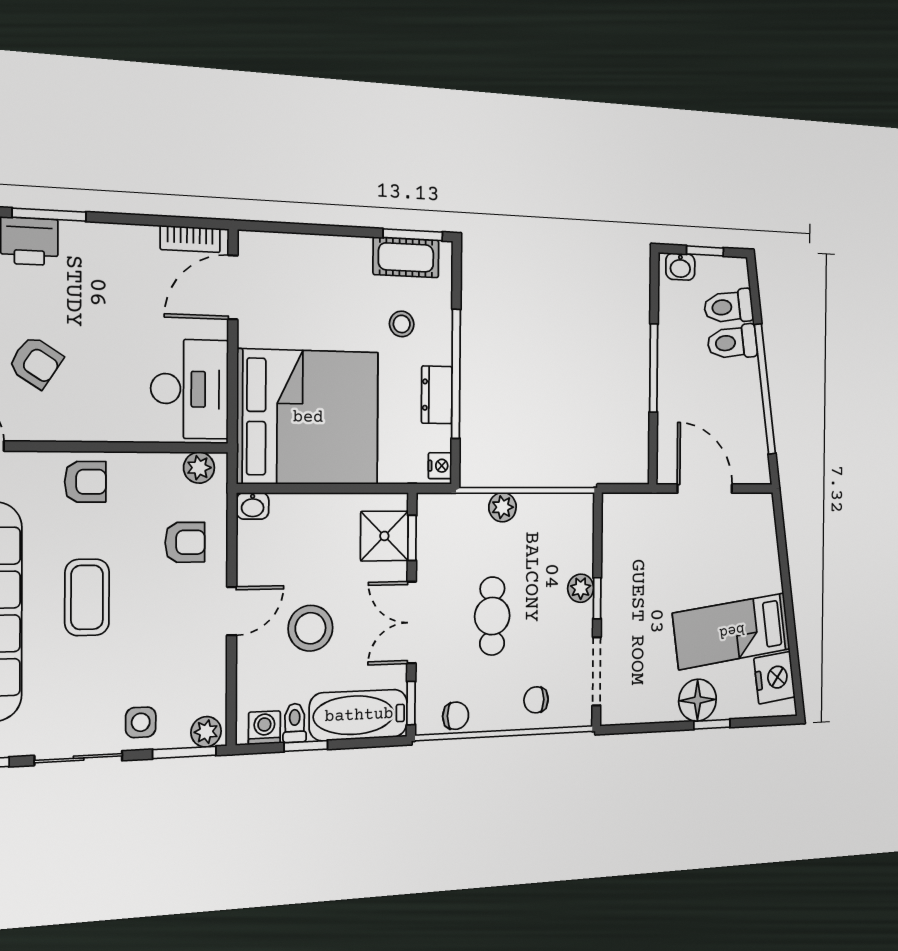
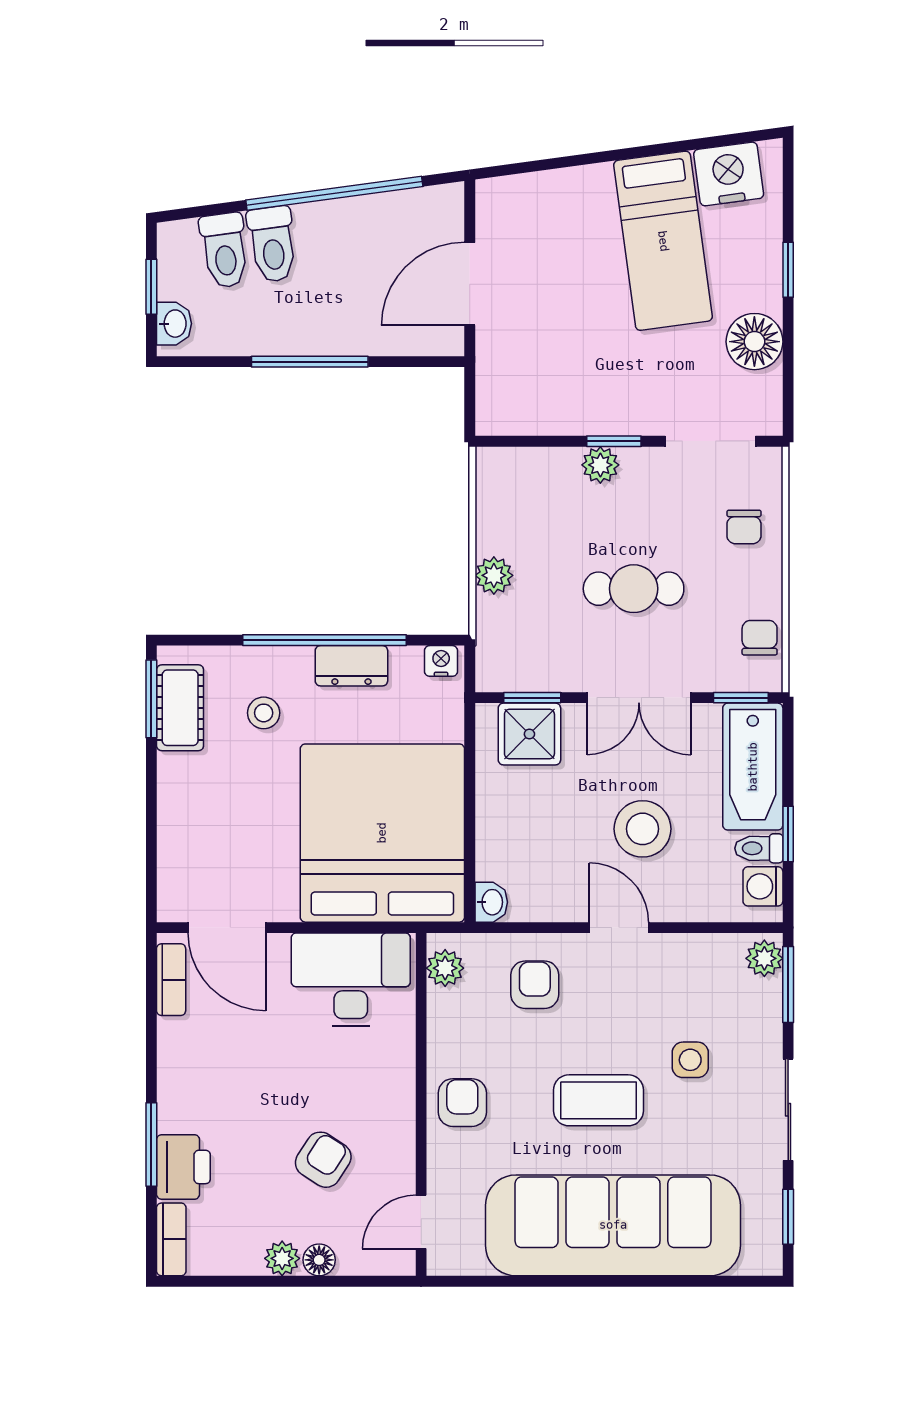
floor lamp: (698, 700) -> (754, 342), moved
side table: (141, 722) -> (690, 1060), moved

